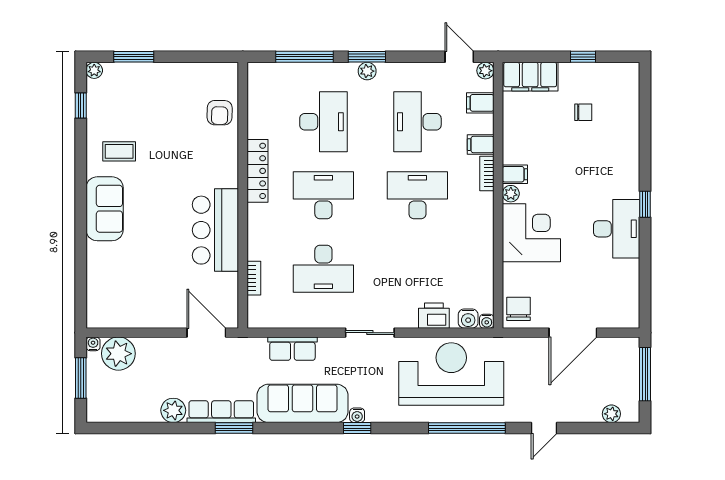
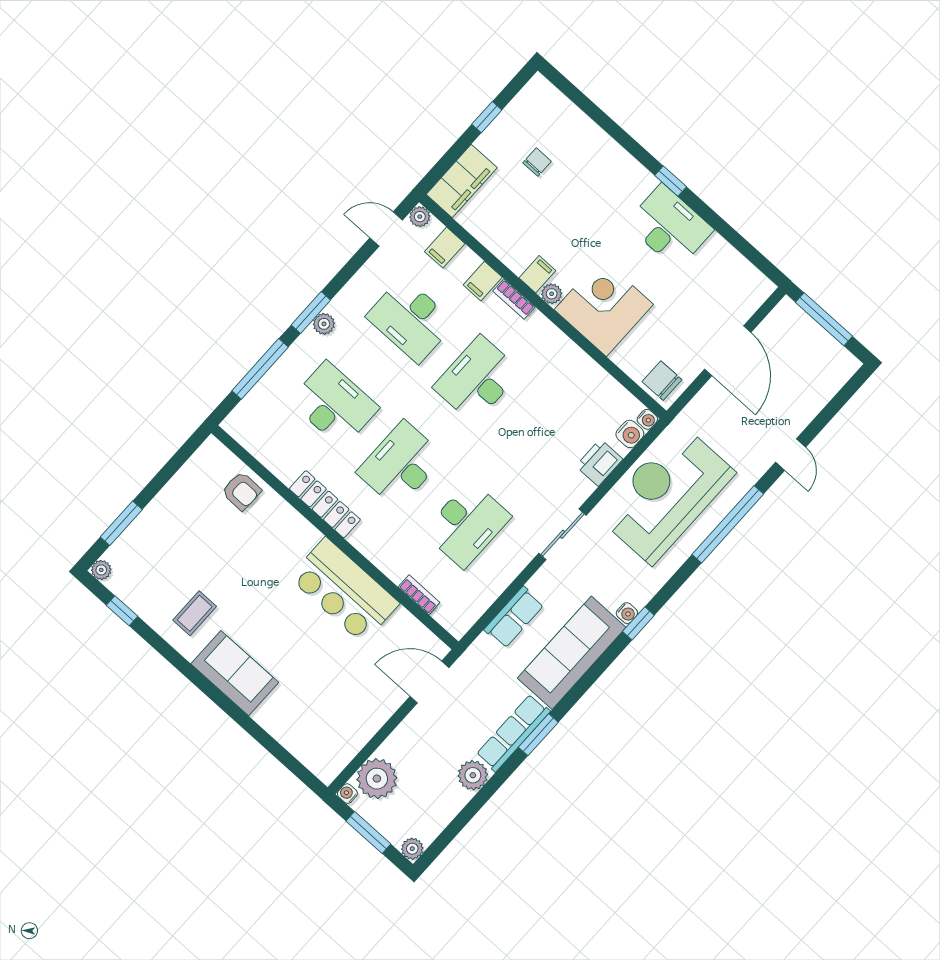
plant: (611, 414) -> (412, 849), moved

